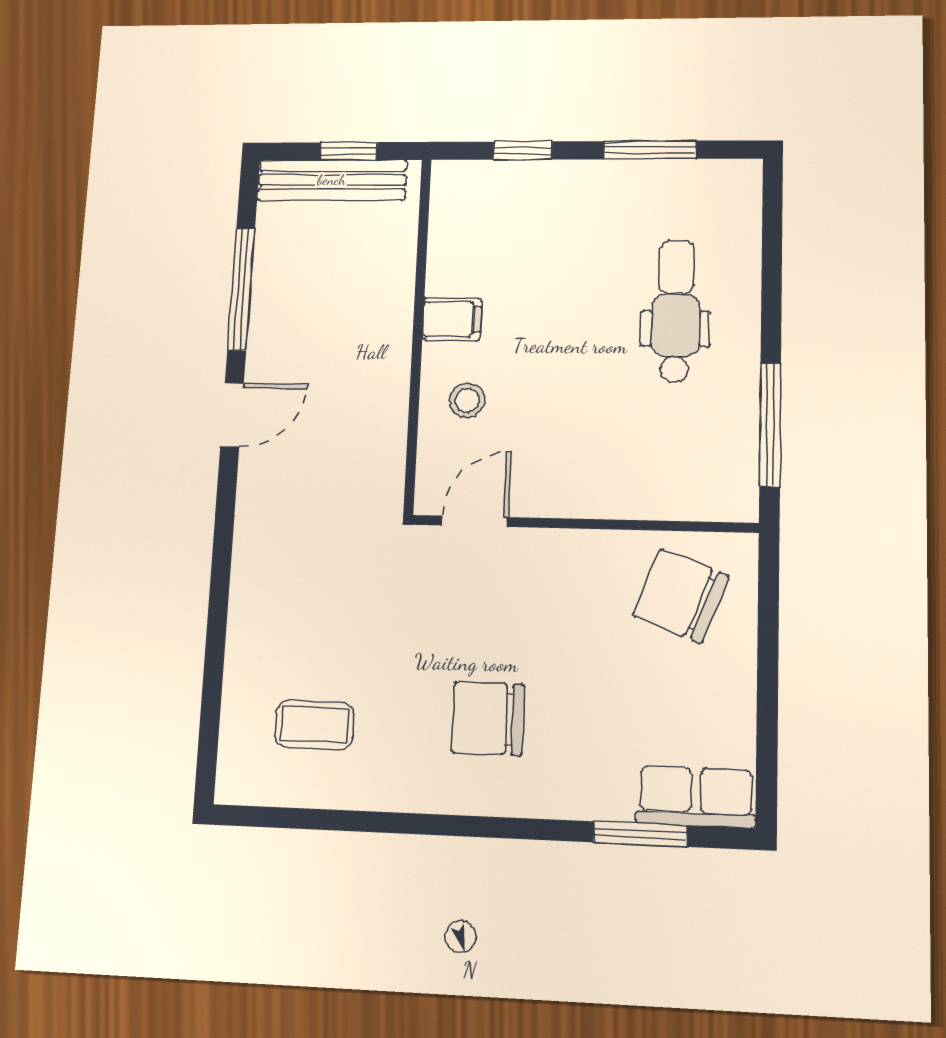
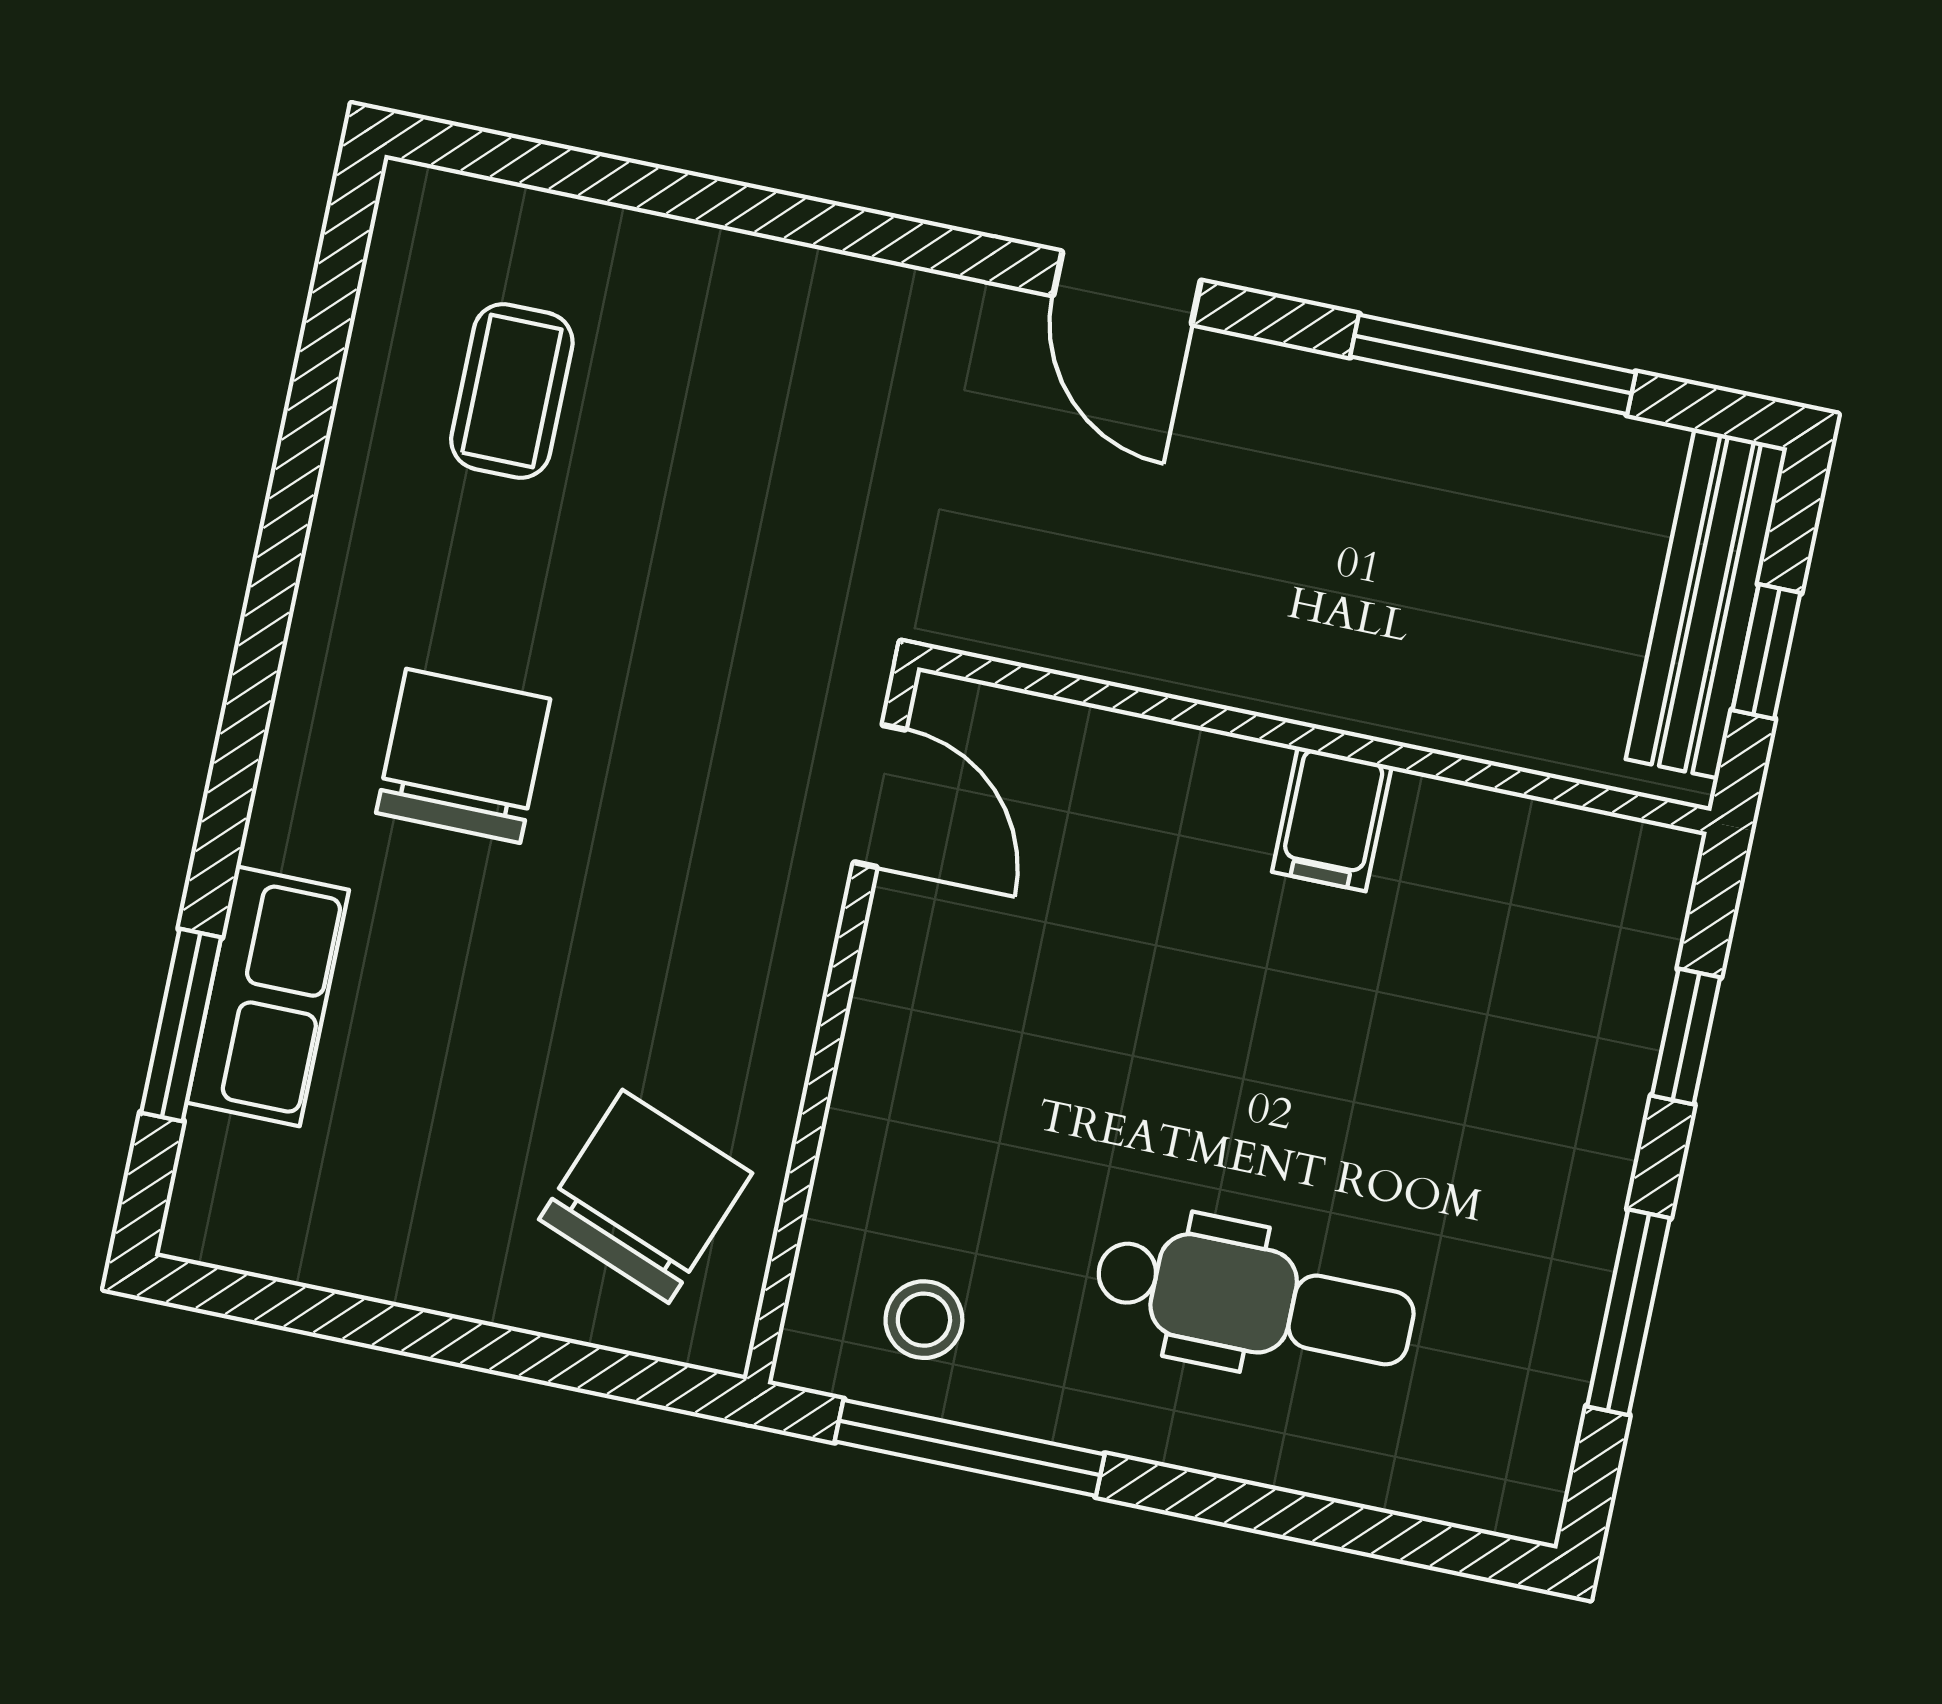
stool: (467, 401) -> (924, 1320), moved
door: (232, 415) -> (1127, 288), moved
row of seats: (696, 797) -> (268, 996), moved

